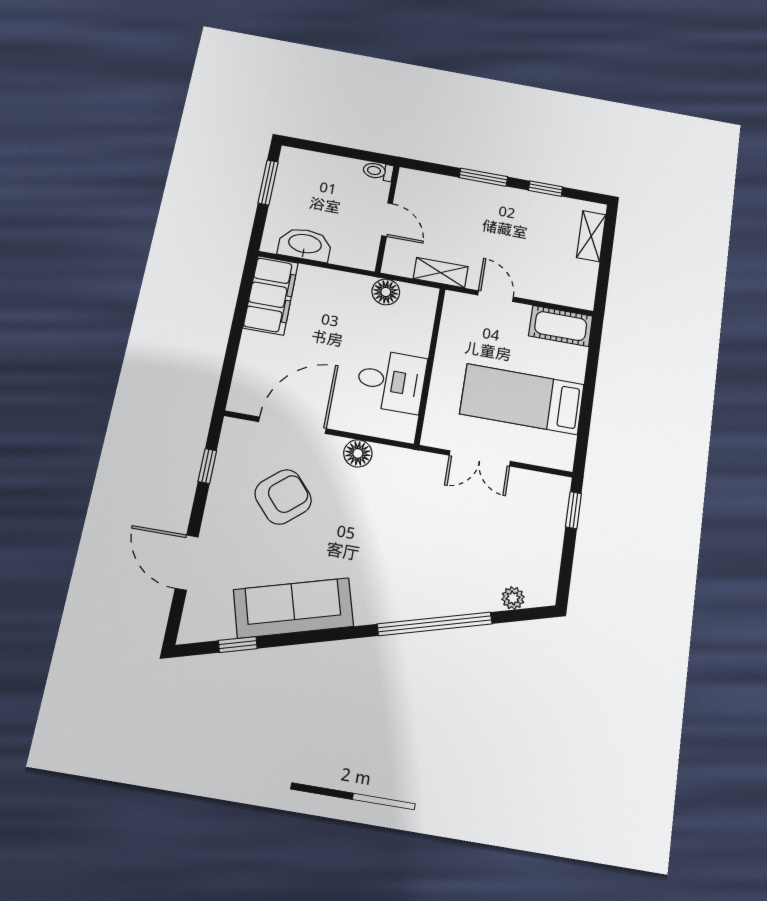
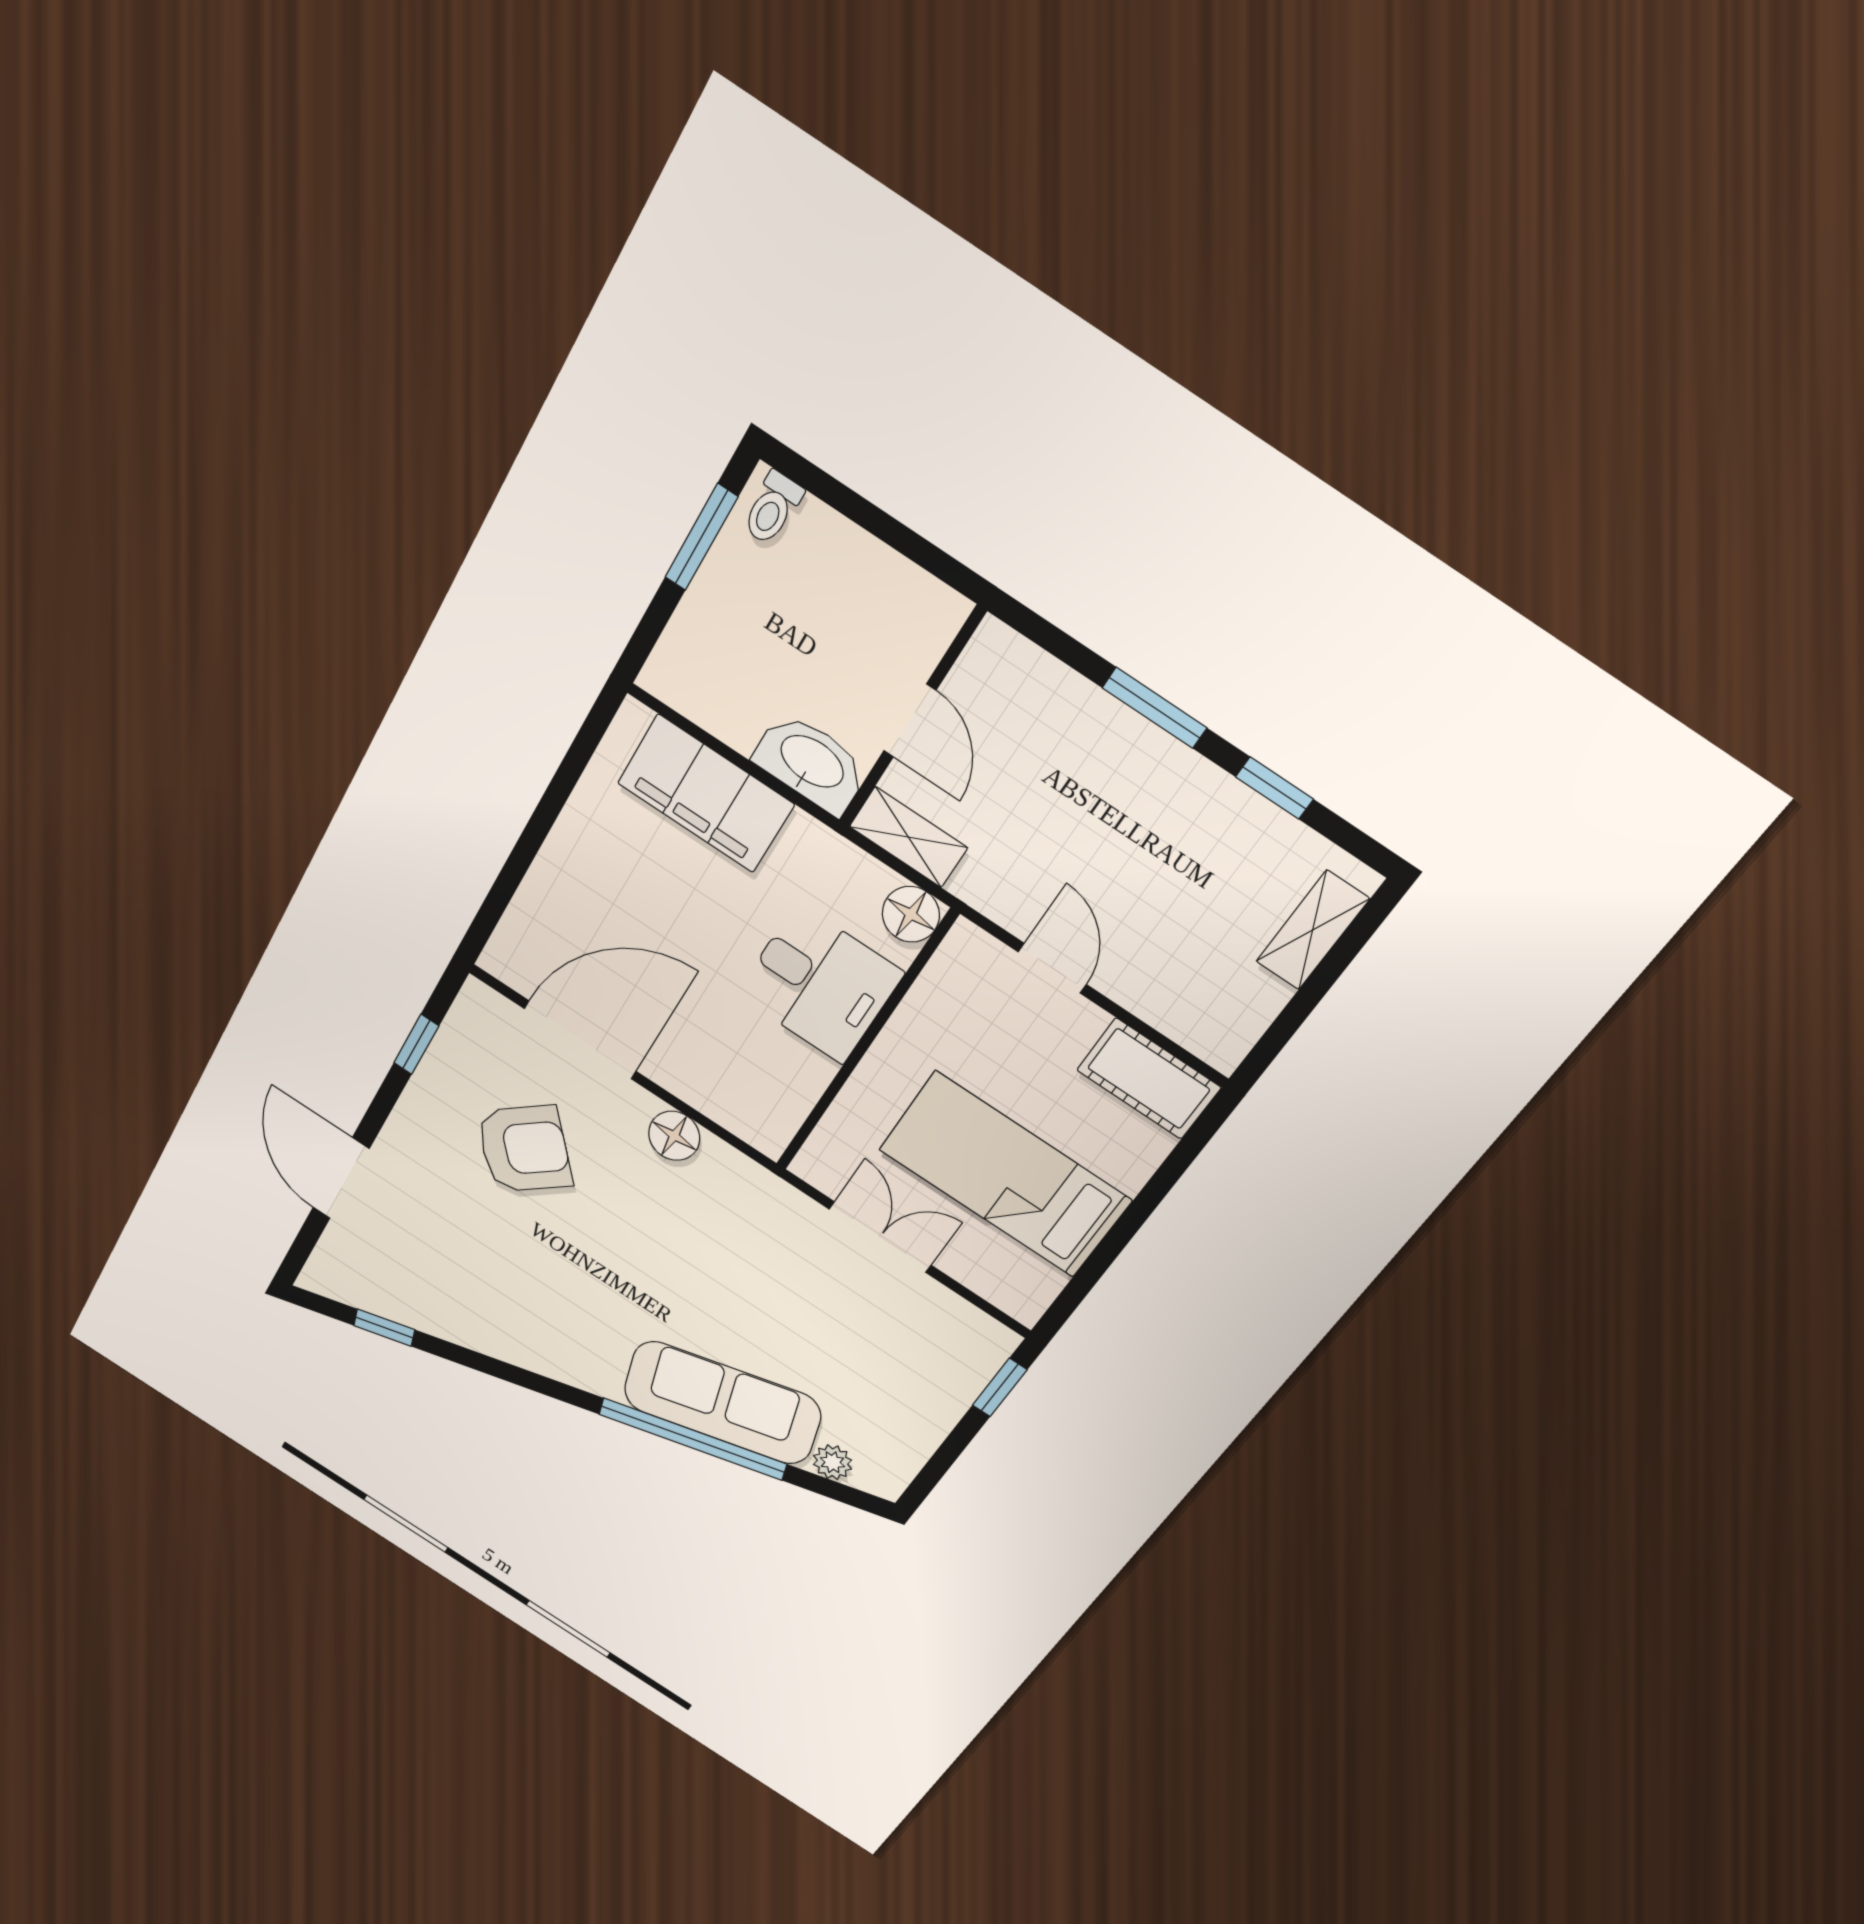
toilet: (378, 171) -> (772, 508), moved, turned -90
washbasin: (305, 244) -> (811, 763), moved
shelving: (441, 273) -> (908, 837), moved
floor lamp: (386, 292) -> (911, 914), moved
filing cabinet: (271, 295) -> (706, 794), moved, turned 90
desk: (391, 381) -> (820, 984), moved
double door: (480, 458) -> (880, 1237), swing flipped
sofa: (293, 608) -> (722, 1403), moved

